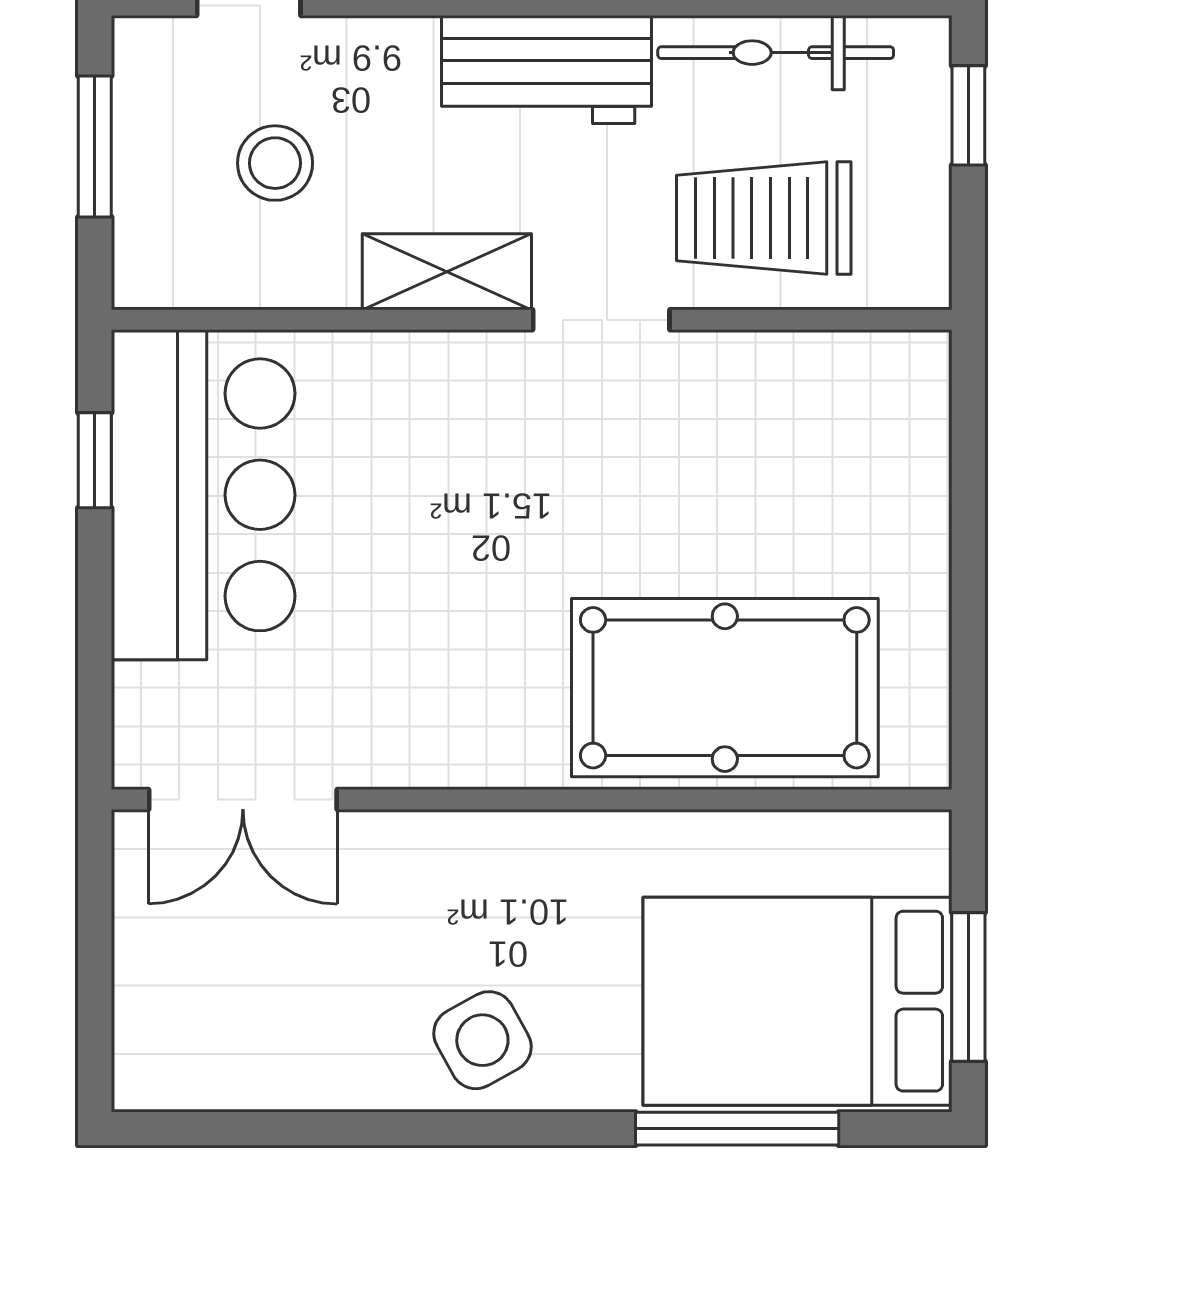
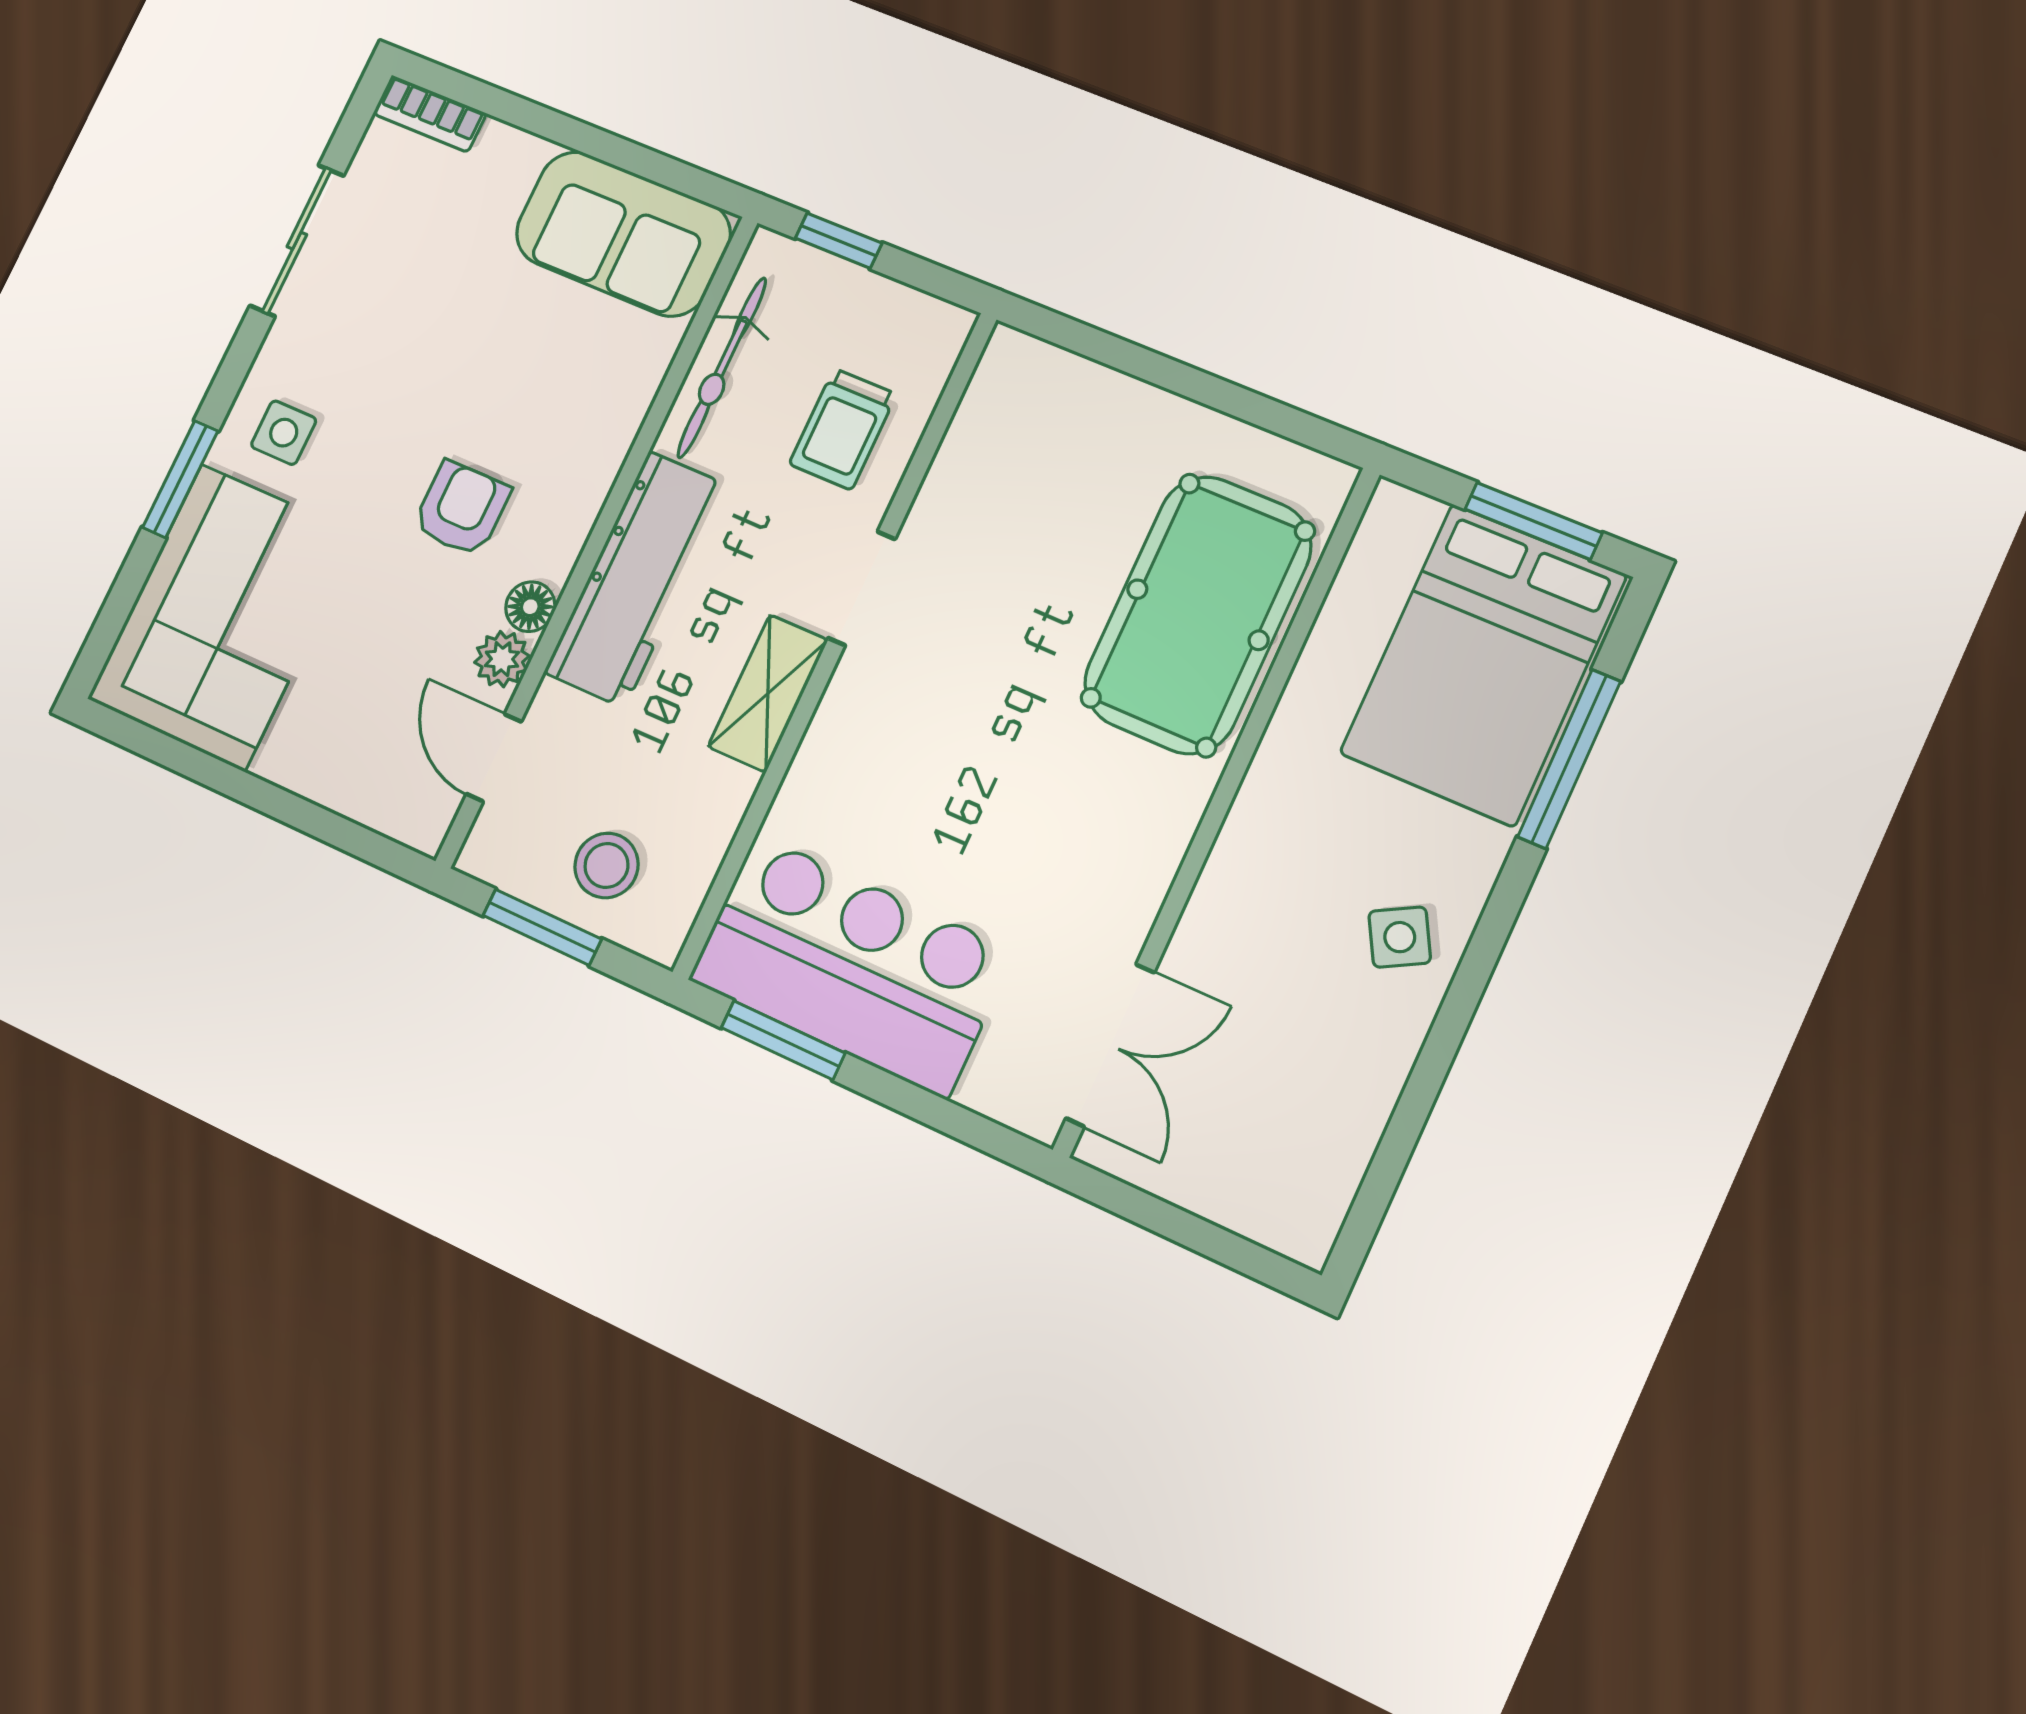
workbench: (547, 69) -> (637, 579), width x1.38
stool: (275, 163) -> (606, 865), moved
trolley: (764, 218) -> (843, 429), width x0.73, depth x0.72
window: (95, 460) -> (783, 1040), width x1.50
side table: (482, 1040) -> (1400, 937), width x0.73, depth x0.73

